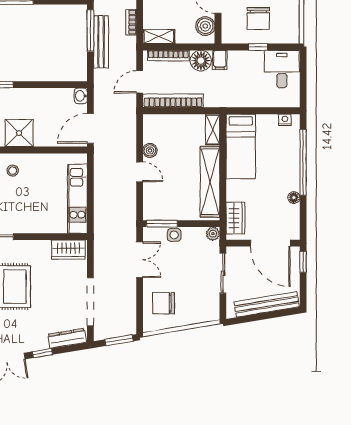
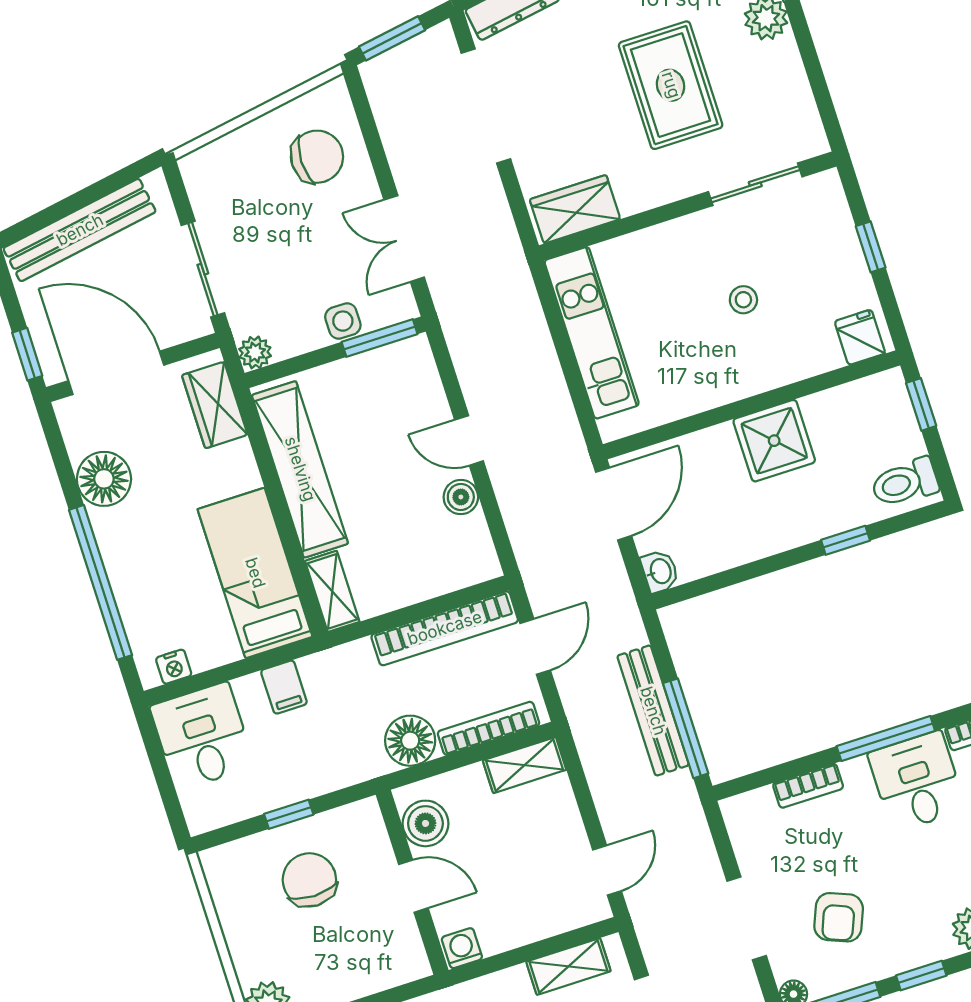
bookcase: (131, 22) -> (599, 778), removed
filing cabinet: (220, 60) -> (284, 687), moved, turned 180
desk: (282, 69) -> (202, 736), moved, turned 180
stool: (13, 171) -> (743, 300), moved
floor lamp: (294, 198) -> (104, 479), width x1.89, depth x1.89

